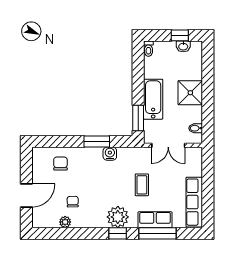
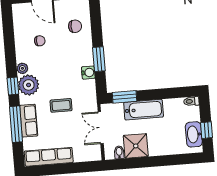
washbasin: (183, 46) -> (194, 134), width x1.91, depth x1.45
shower: (190, 93) -> (136, 146), moved
plant: (65, 222) -> (22, 68), moved

